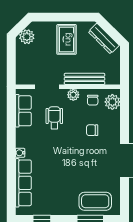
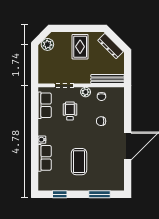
bench: (85, 79) -> (107, 79), moved
plant: (112, 102) -> (118, 98), removed
row of seats: (23, 183) -> (45, 158), width x0.68
coffee table: (95, 201) -> (79, 162), moved, turned 90

